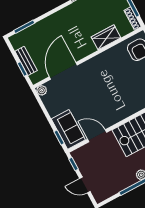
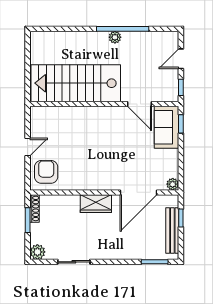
wardrobe: (106, 37) -> (96, 204), moved
bench: (26, 61) -> (172, 231), width x1.36
door: (85, 185) -> (181, 59), swing flipped

